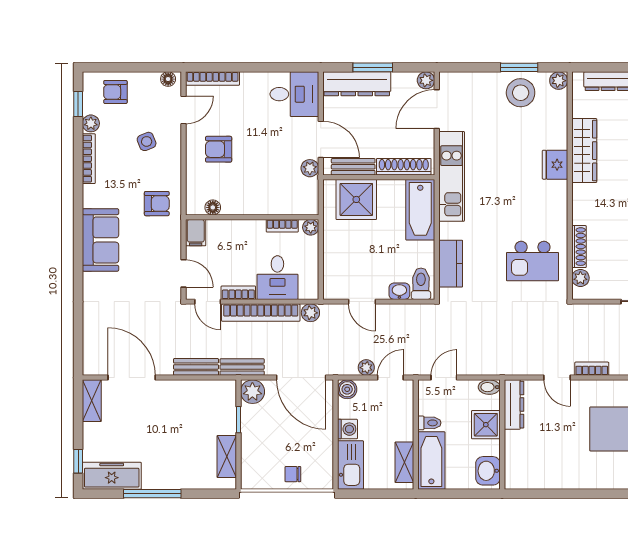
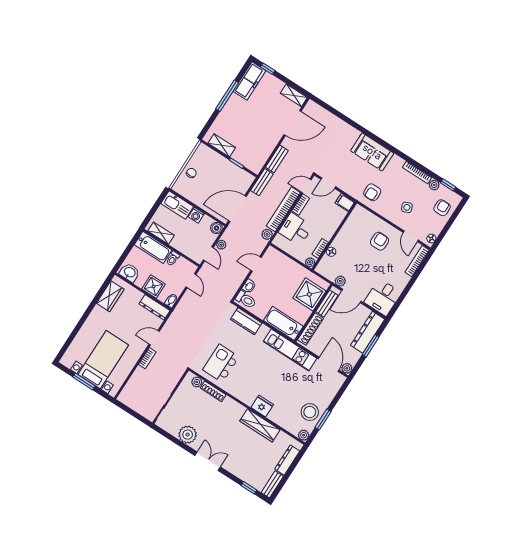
floor lamp: (213, 207) -> (331, 252), moved
plant: (252, 392) -> (246, 179), removed
wardrobe: (539, 476) -> (110, 296), added

